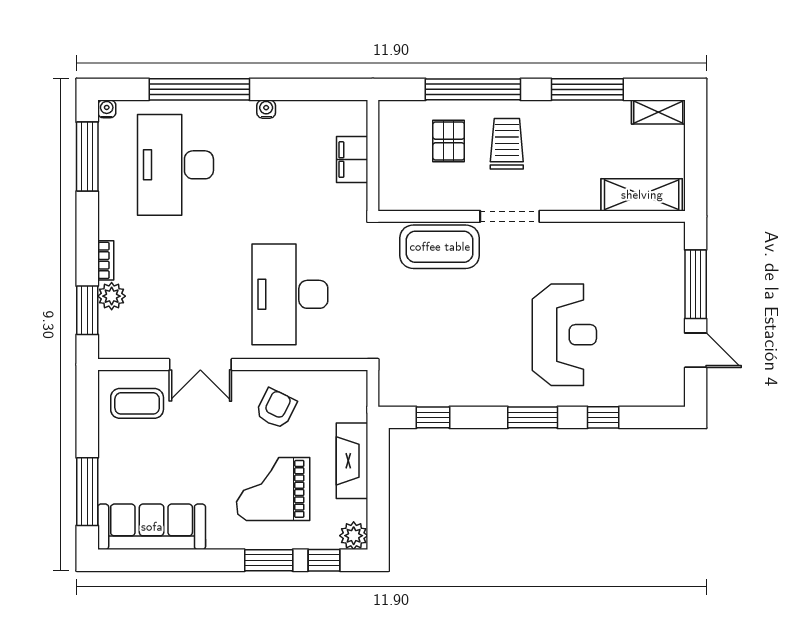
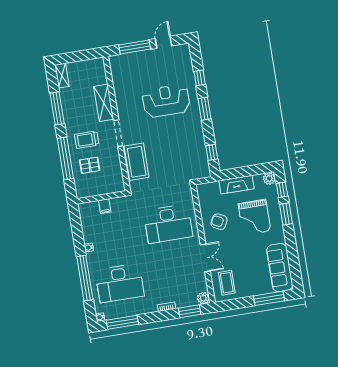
filing cabinet: (352, 160) -> (105, 206), width x0.50
shelving: (642, 195) -> (104, 103), moved
plant: (112, 296) -> (203, 298), moved

